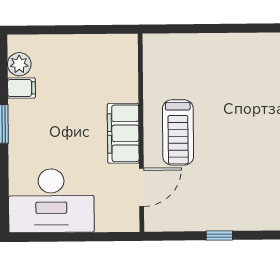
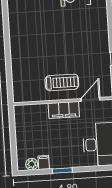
door: (141, 187) -> (90, 99), hinge flipped

